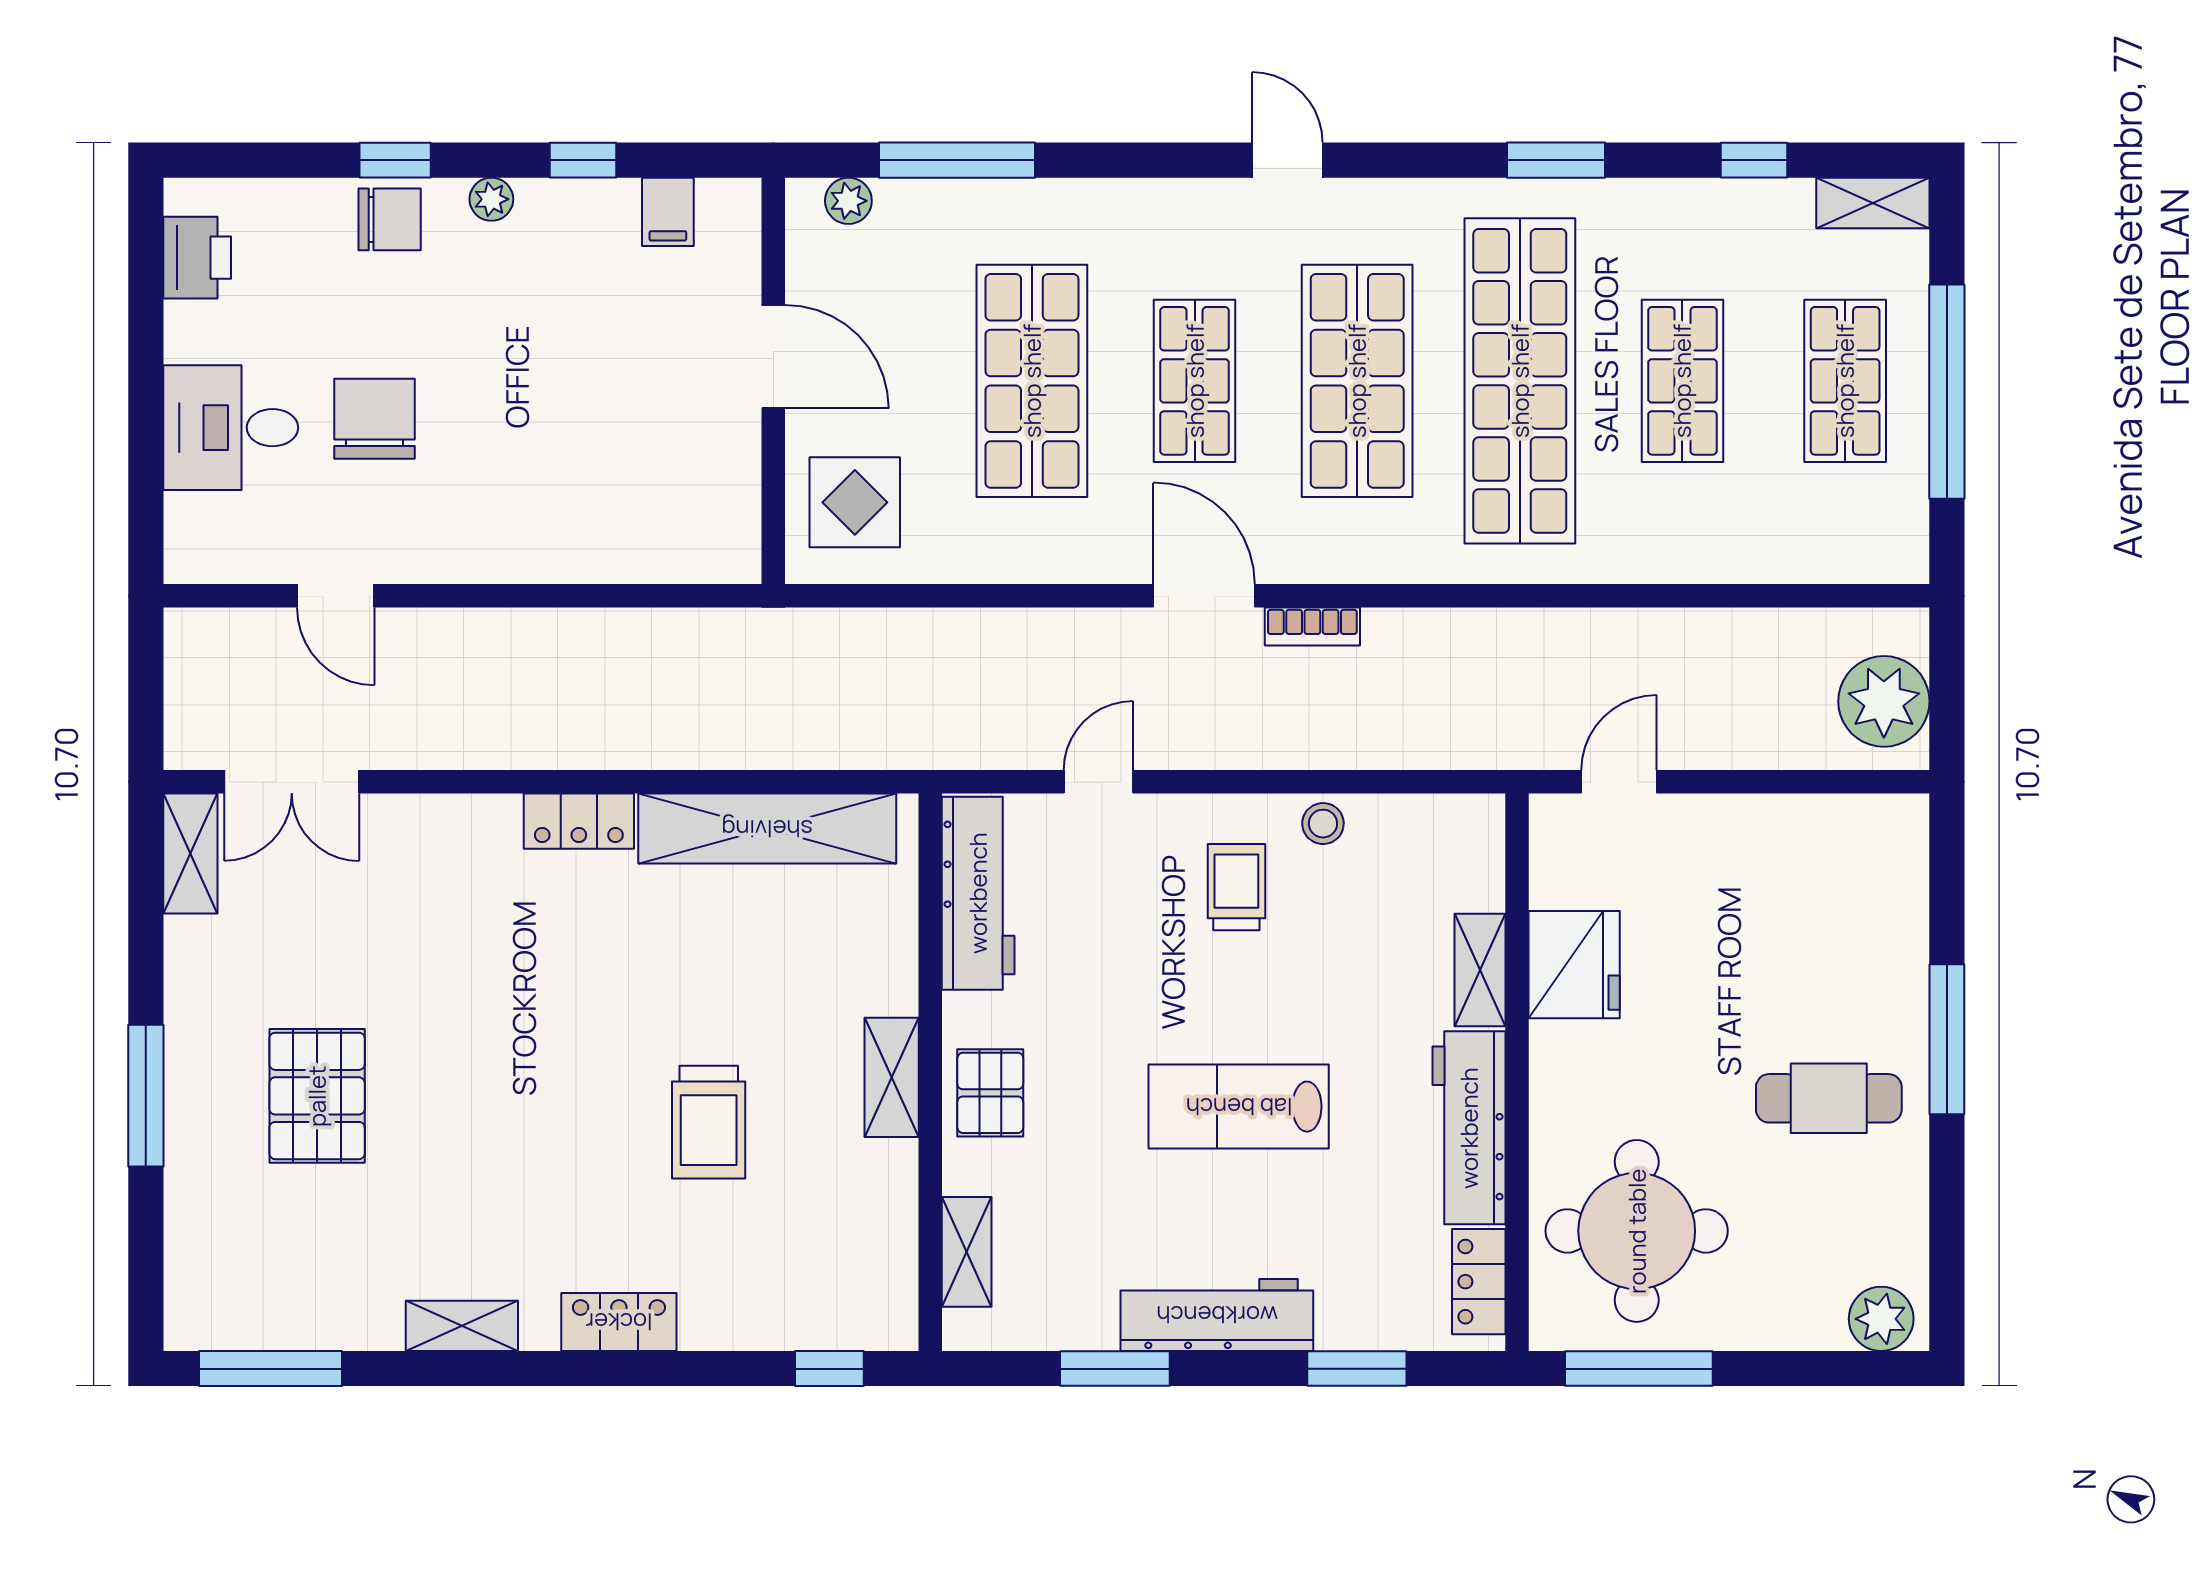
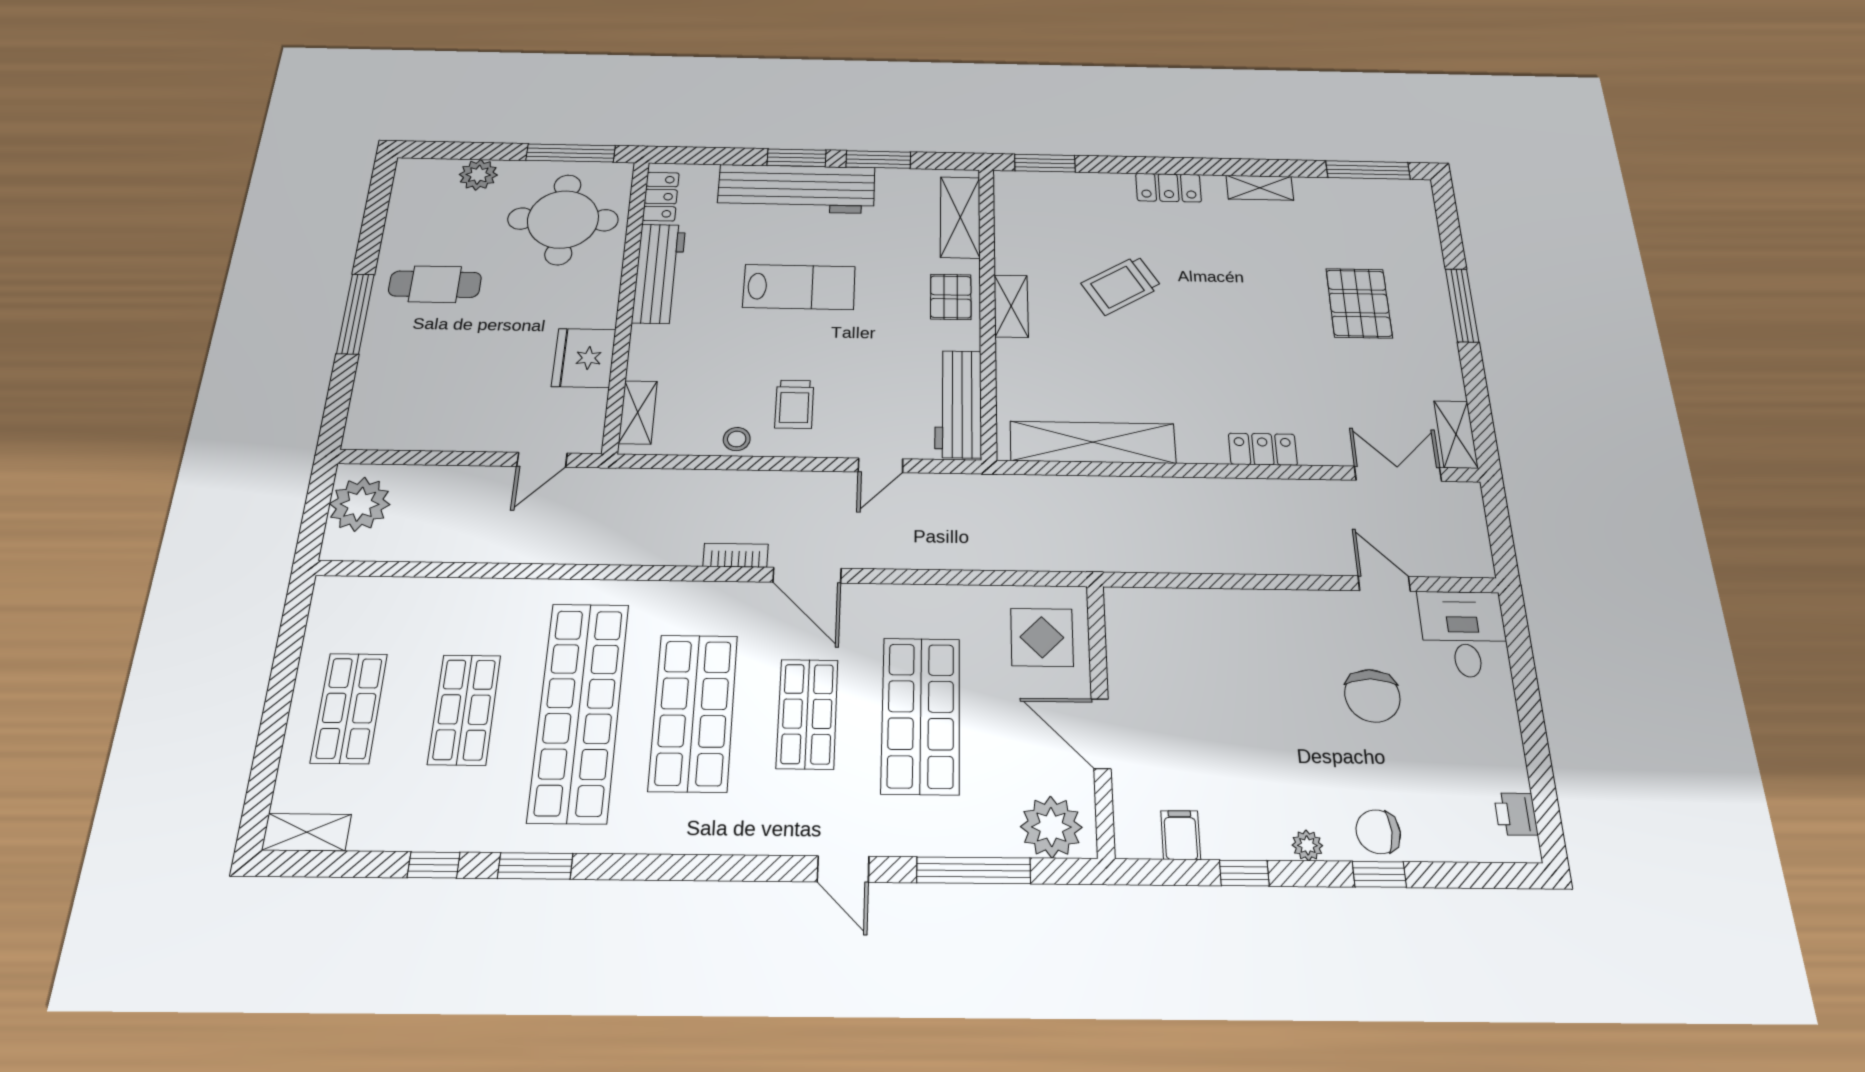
door: (1287, 160) -> (843, 869), moved
window: (1754, 160) -> (434, 865), moved
plant: (848, 201) -> (1051, 827), width x1.87, depth x1.87
printer: (197, 258) -> (1516, 814), width x0.73, depth x0.81
window: (1947, 392) -> (278, 700), removed
desk: (231, 428) -> (1464, 634), moved, turned -90
locker: (579, 821) -> (1263, 449), moved
shelving: (1480, 970) -> (638, 412), moved
trolley: (709, 1122) -> (1121, 285), turned -121
shelving: (967, 1252) -> (960, 217), width x1.50, depth x1.33
workbench: (1217, 1315) -> (796, 189), width x1.36, depth x1.32
plant: (1881, 1319) -> (478, 175), moved
window: (829, 1369) -> (1045, 163), width x1.50
window: (1357, 1369) -> (797, 158), moved

